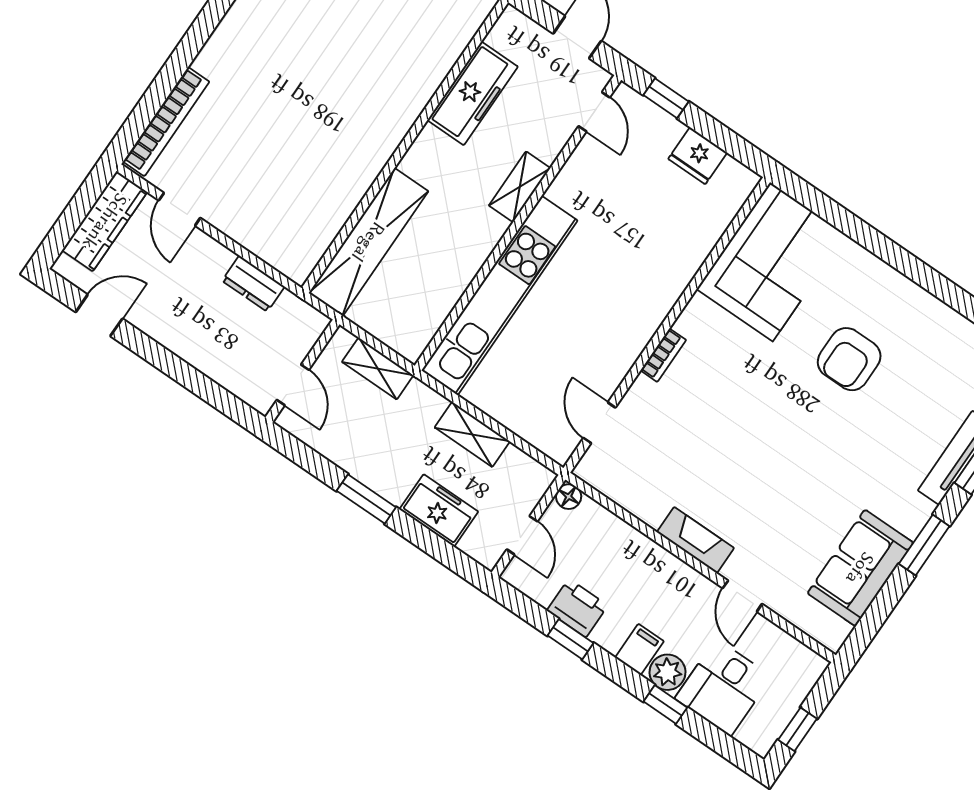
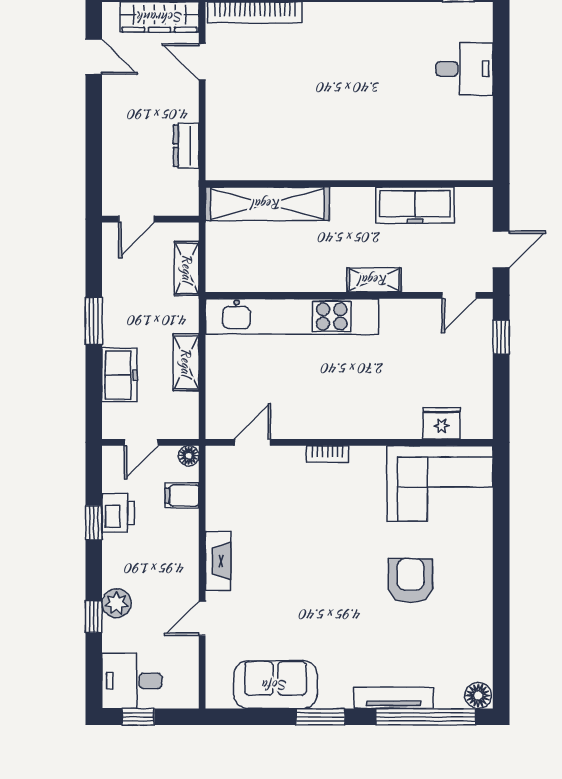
fridge: (698, 156) -> (442, 423), moved, turned 90
door: (179, 209) -> (202, 62), hinge flipped
armchair: (849, 359) -> (410, 581), turned 90
filing cabinet: (639, 649) -> (182, 495), moved, turned 180
desk: (723, 688) -> (132, 681), moved

